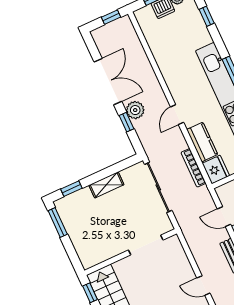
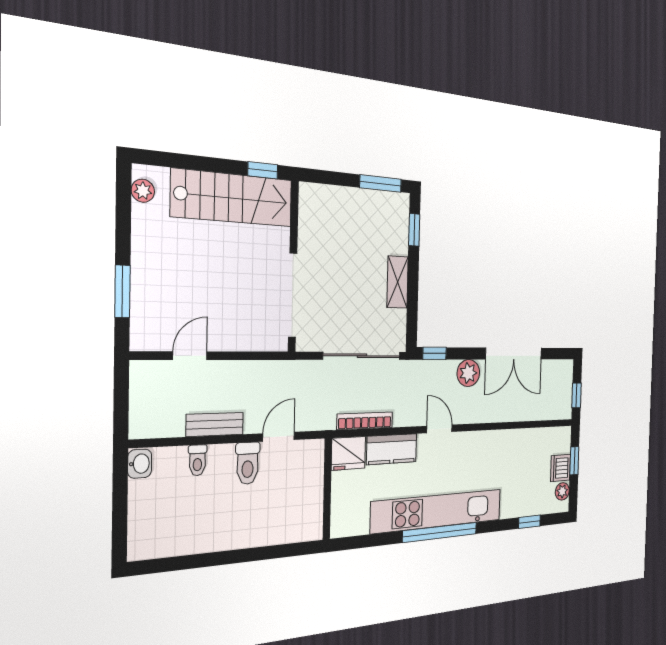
window: (126, 122) -> (435, 353), moved
doorway: (146, 245) -> (293, 295), width x1.36

